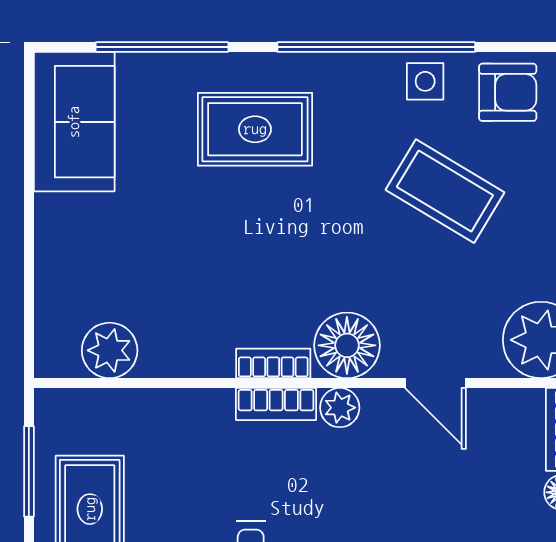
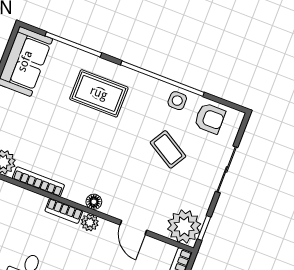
coffee table: (445, 191) -> (168, 149), width x0.73, depth x0.77
floor lamp: (347, 345) -> (94, 202), width x0.53, depth x0.53
bookcase: (273, 363) -> (38, 182), moved, width x1.56

